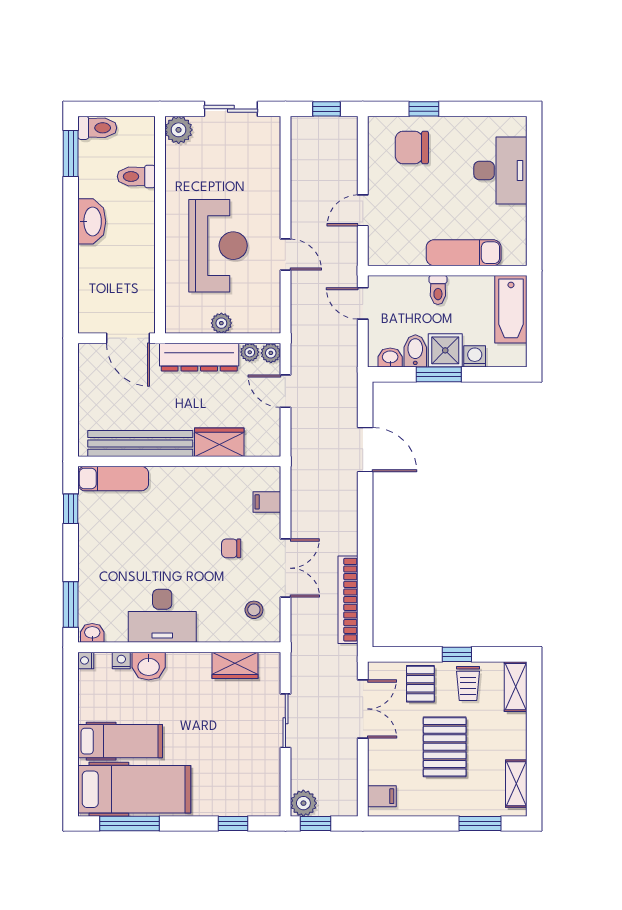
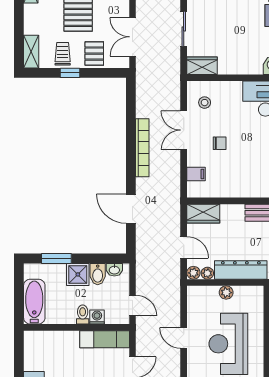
exam couch: (464, 253) -> (105, 339), moved
washing machine: (475, 356) -> (97, 317), moved, turned 180
window: (439, 374) -> (56, 259), moved
wardrobe: (219, 442) -> (203, 214), moved
bookcase: (348, 600) -> (142, 148), moved
wardrobe: (235, 665) -> (202, 66), moved

